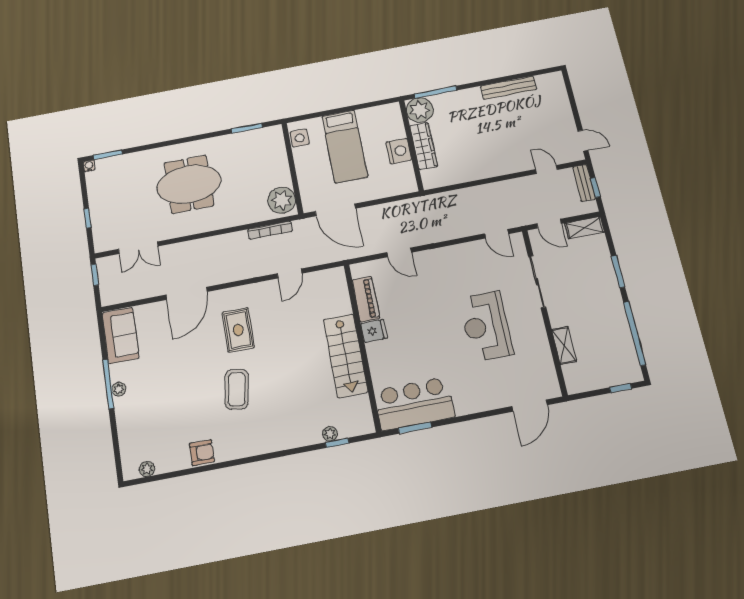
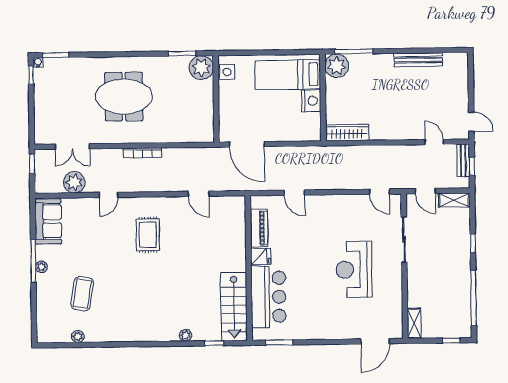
bed: (345, 146) -> (288, 75), moved, turned 90
wardrobe: (424, 146) -> (347, 133), moved, turned -90
plant: (282, 200) -> (201, 68), moved
window: (88, 218) -> (31, 75), moved
bookcase: (270, 230) -> (142, 153), moved
window: (618, 272) -> (473, 243), width x0.67
door: (290, 274) -> (199, 194), hinge flipped
plant: (145, 287) -> (74, 182), added
door: (187, 293) -> (109, 195), width x0.53
shelving: (564, 345) -> (414, 323), moved
stairs: (346, 356) -> (234, 307), moved
coffee table: (237, 389) -> (82, 294), moved
bar counter: (414, 404) -> (269, 297), moved, turned 90
plant: (330, 434) -> (186, 335), moved
armchair: (202, 453) -> (103, 331), removed
plant: (147, 469) -> (78, 336), moved

